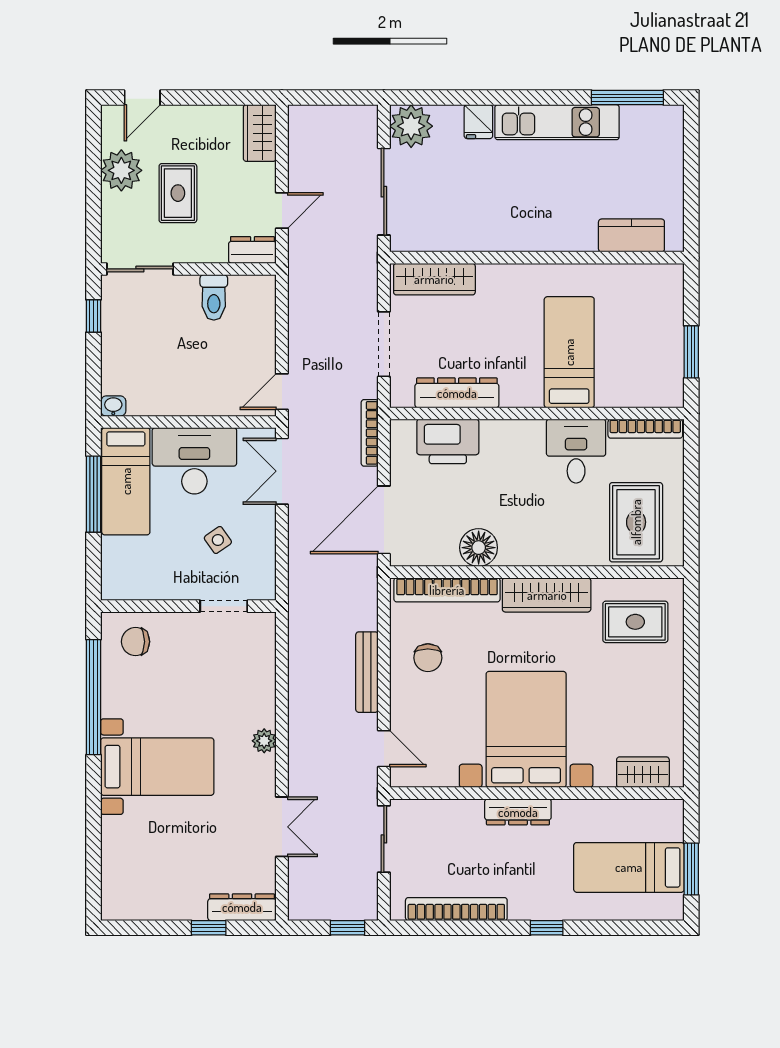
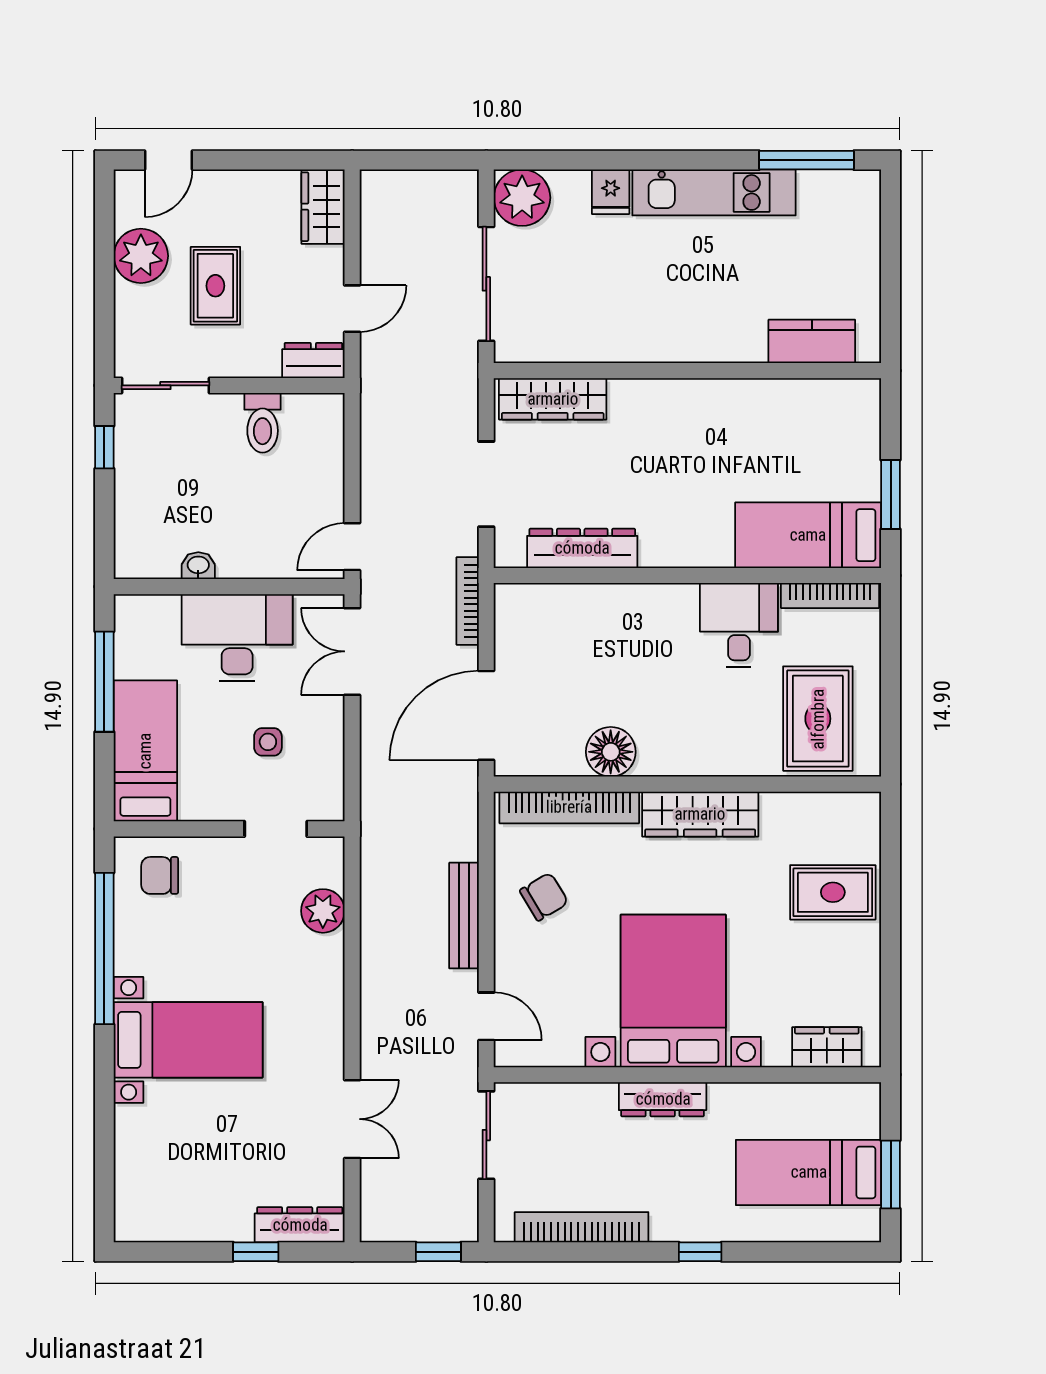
bed: (569, 352) -> (808, 535), moved, turned -90
washbasin: (113, 406) -> (198, 566), moved
printer: (448, 441) -> (570, 612), removed
bed: (126, 481) -> (145, 751), moved, turned 180
side table: (218, 540) -> (268, 742), turned 35
rug: (635, 622) -> (833, 892), moved
chair: (428, 658) -> (544, 897), turned -121
plant: (264, 741) -> (323, 911), moved, width x1.38, depth x1.38

